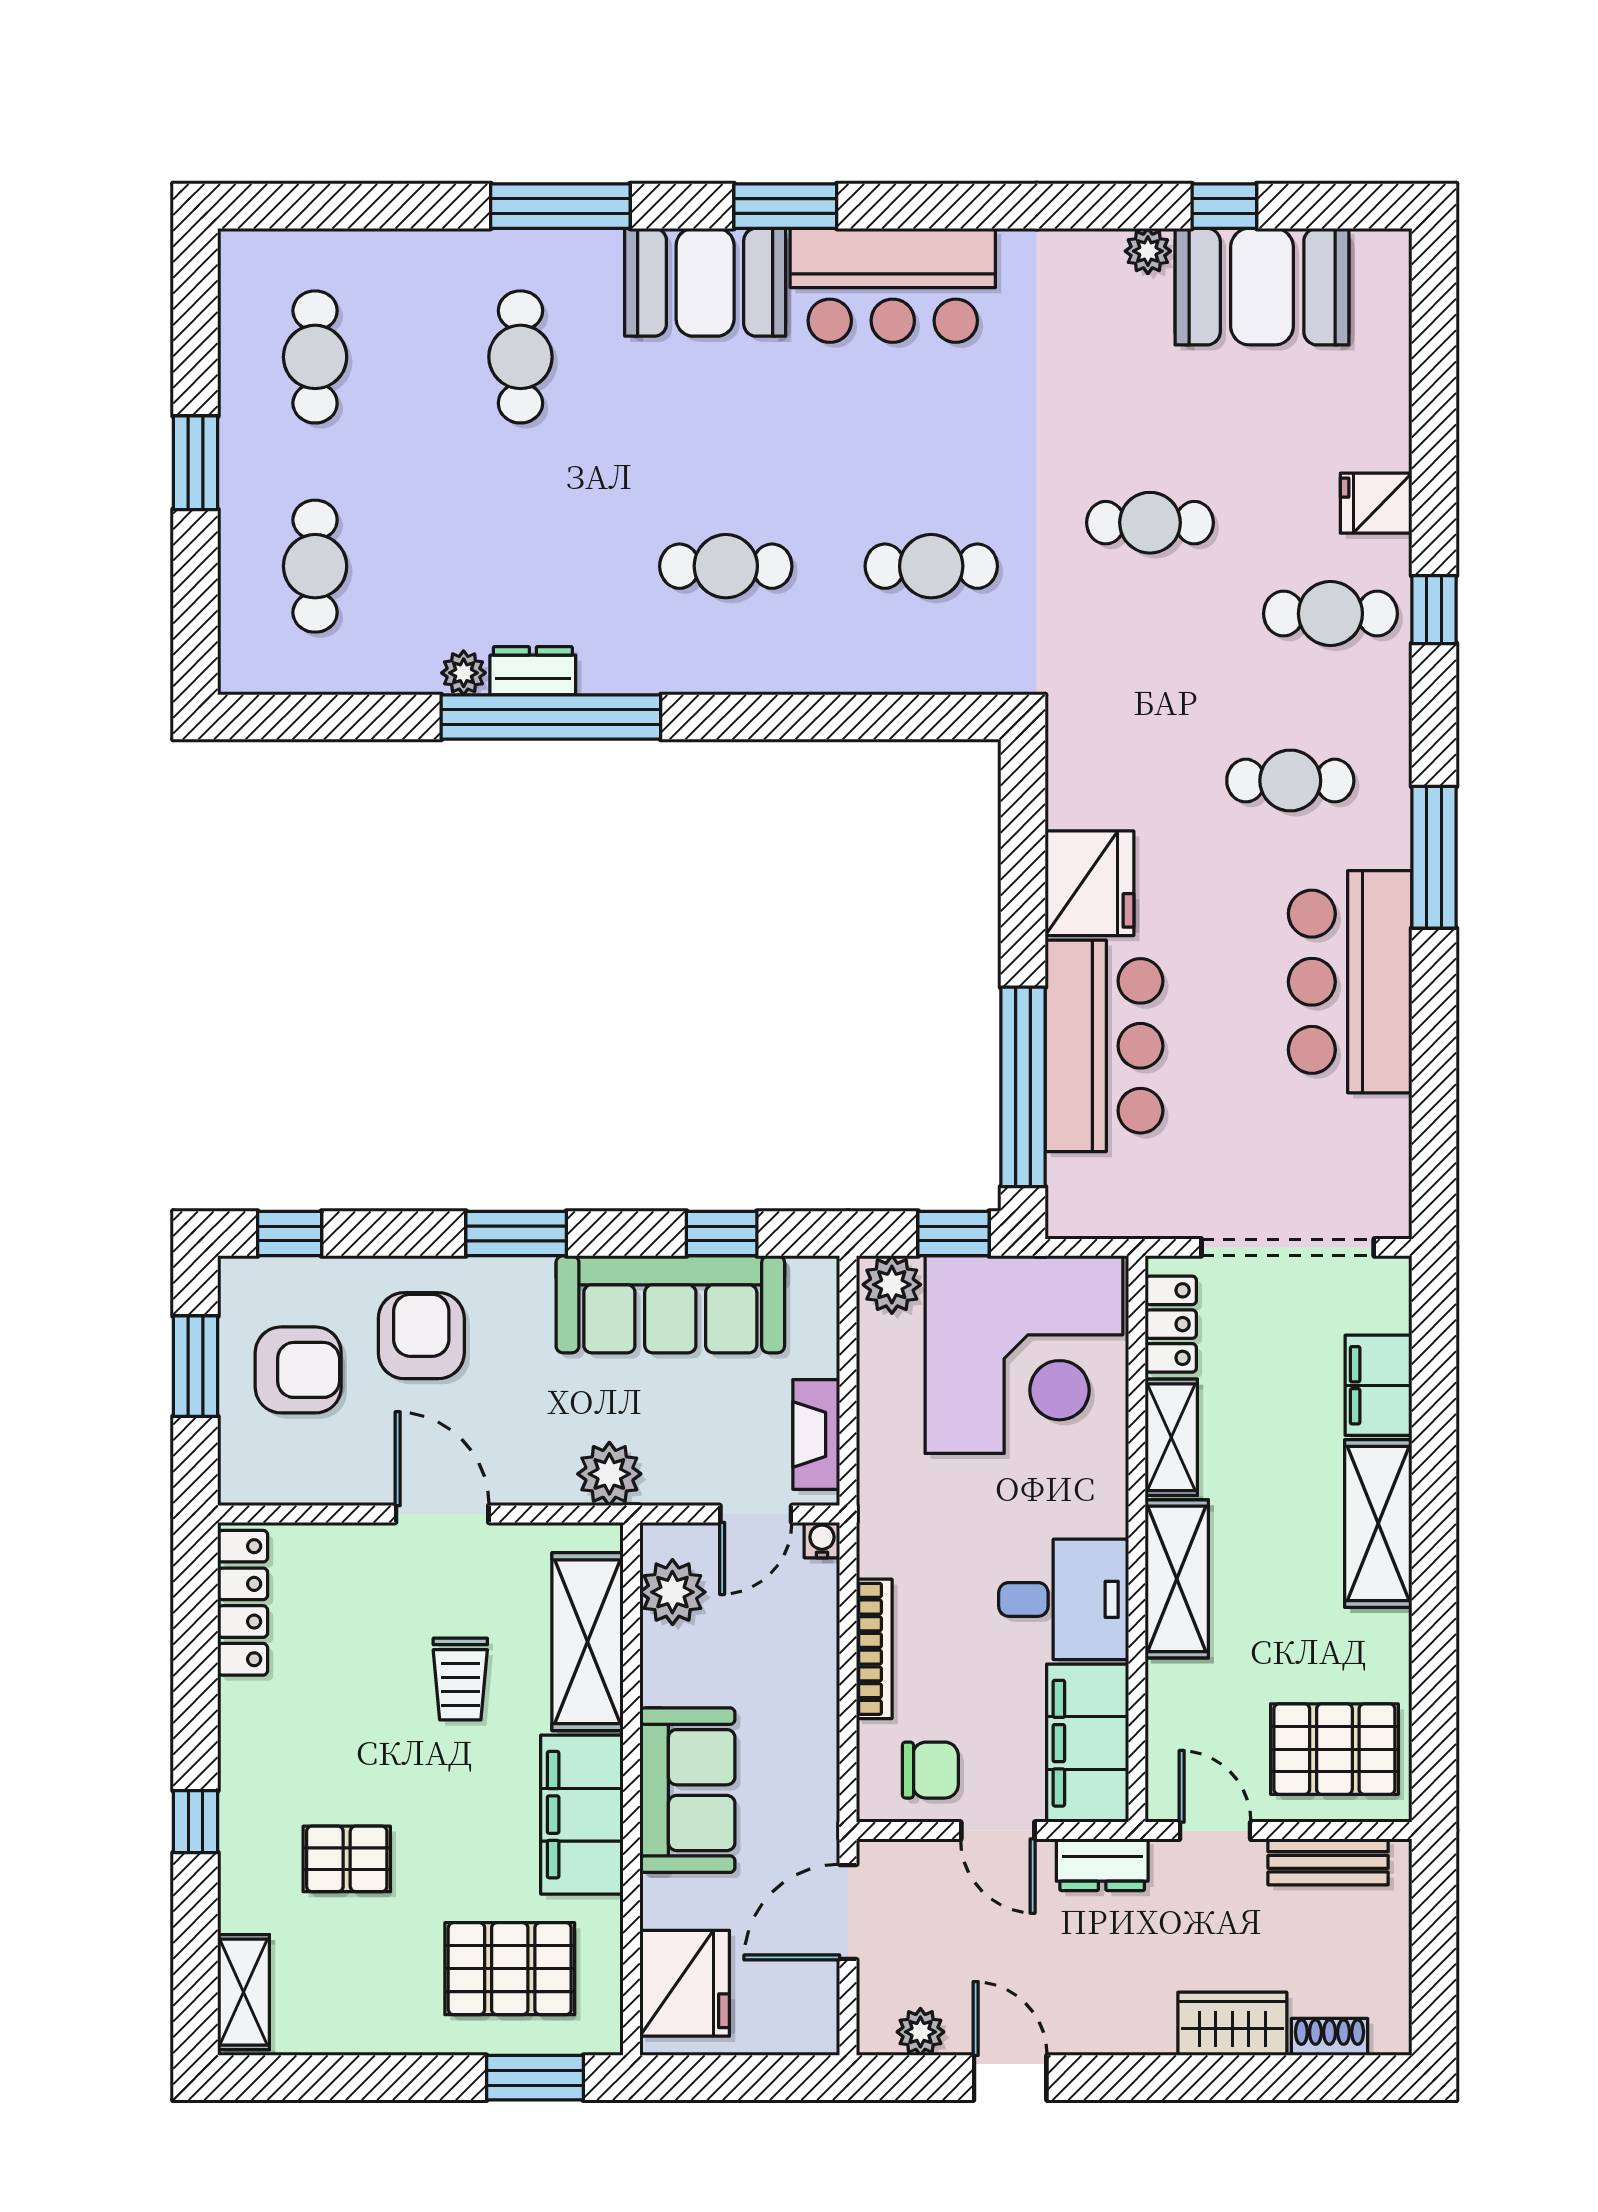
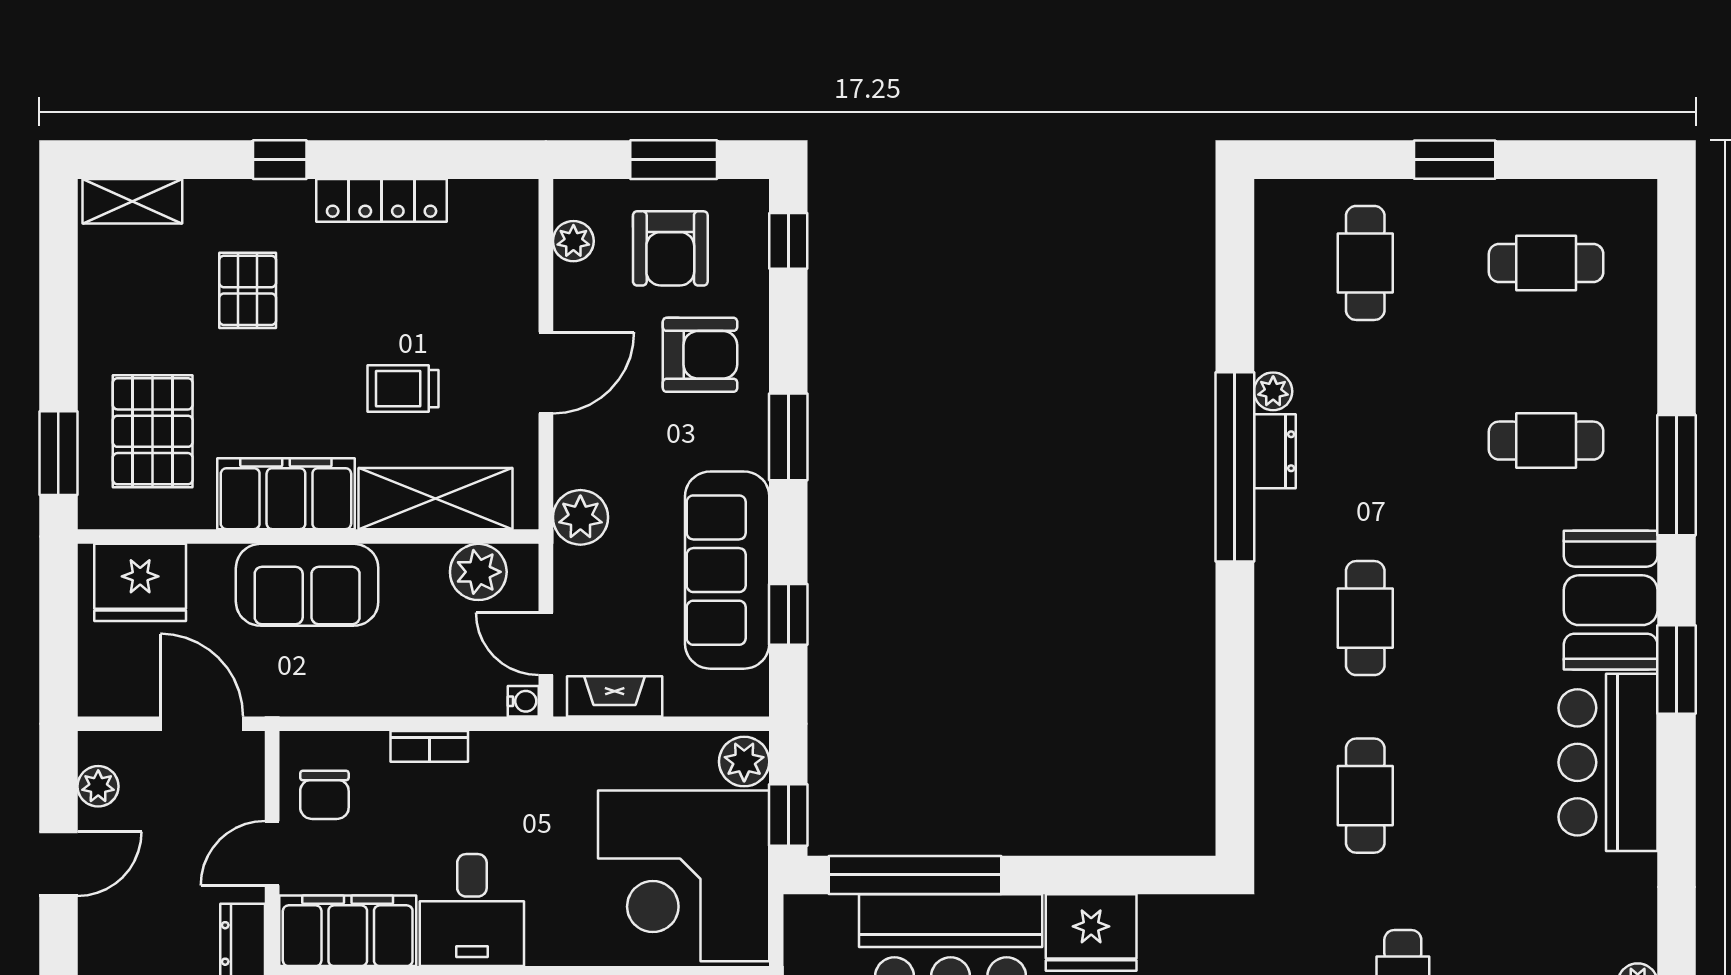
cafe table: (315, 566) -> (1365, 263), turned 90
plant: (290, 1482) -> (573, 241), added
locker: (243, 1603) -> (382, 200), moved
bookcase: (874, 1649) -> (429, 746), width x0.64

